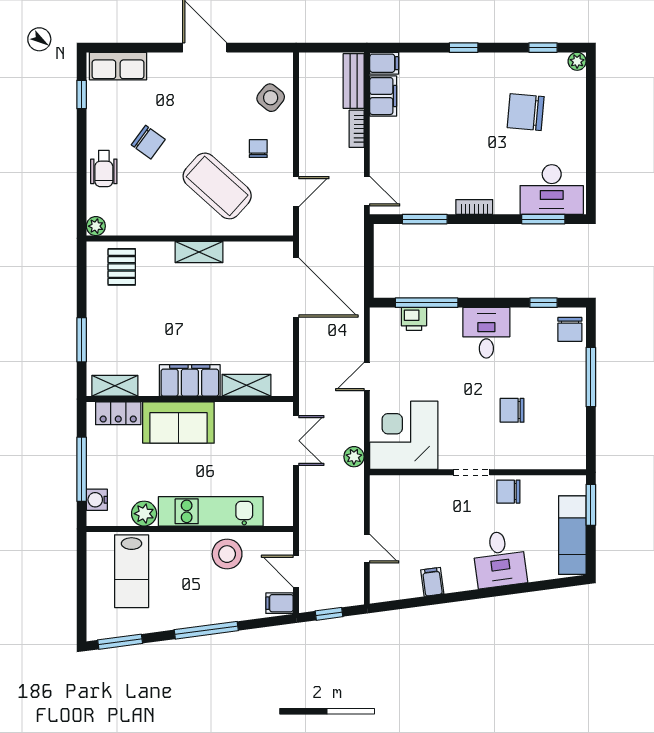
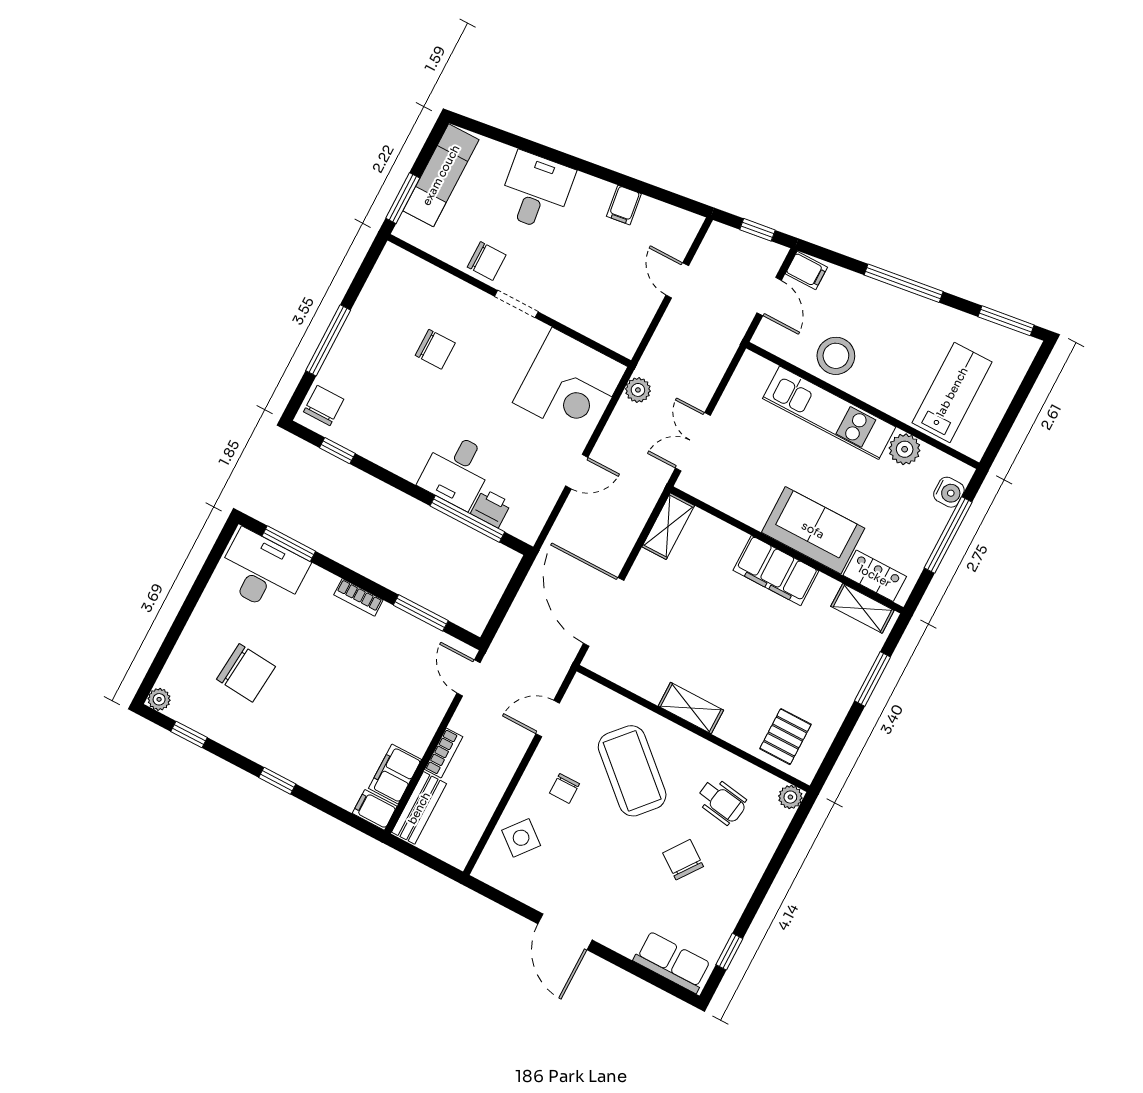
wheelchair: (104, 168) -> (722, 801), moved, turned 99
desk: (486, 333) -> (457, 471), moved
shelving: (246, 385) -> (668, 526), moved, turned 90

